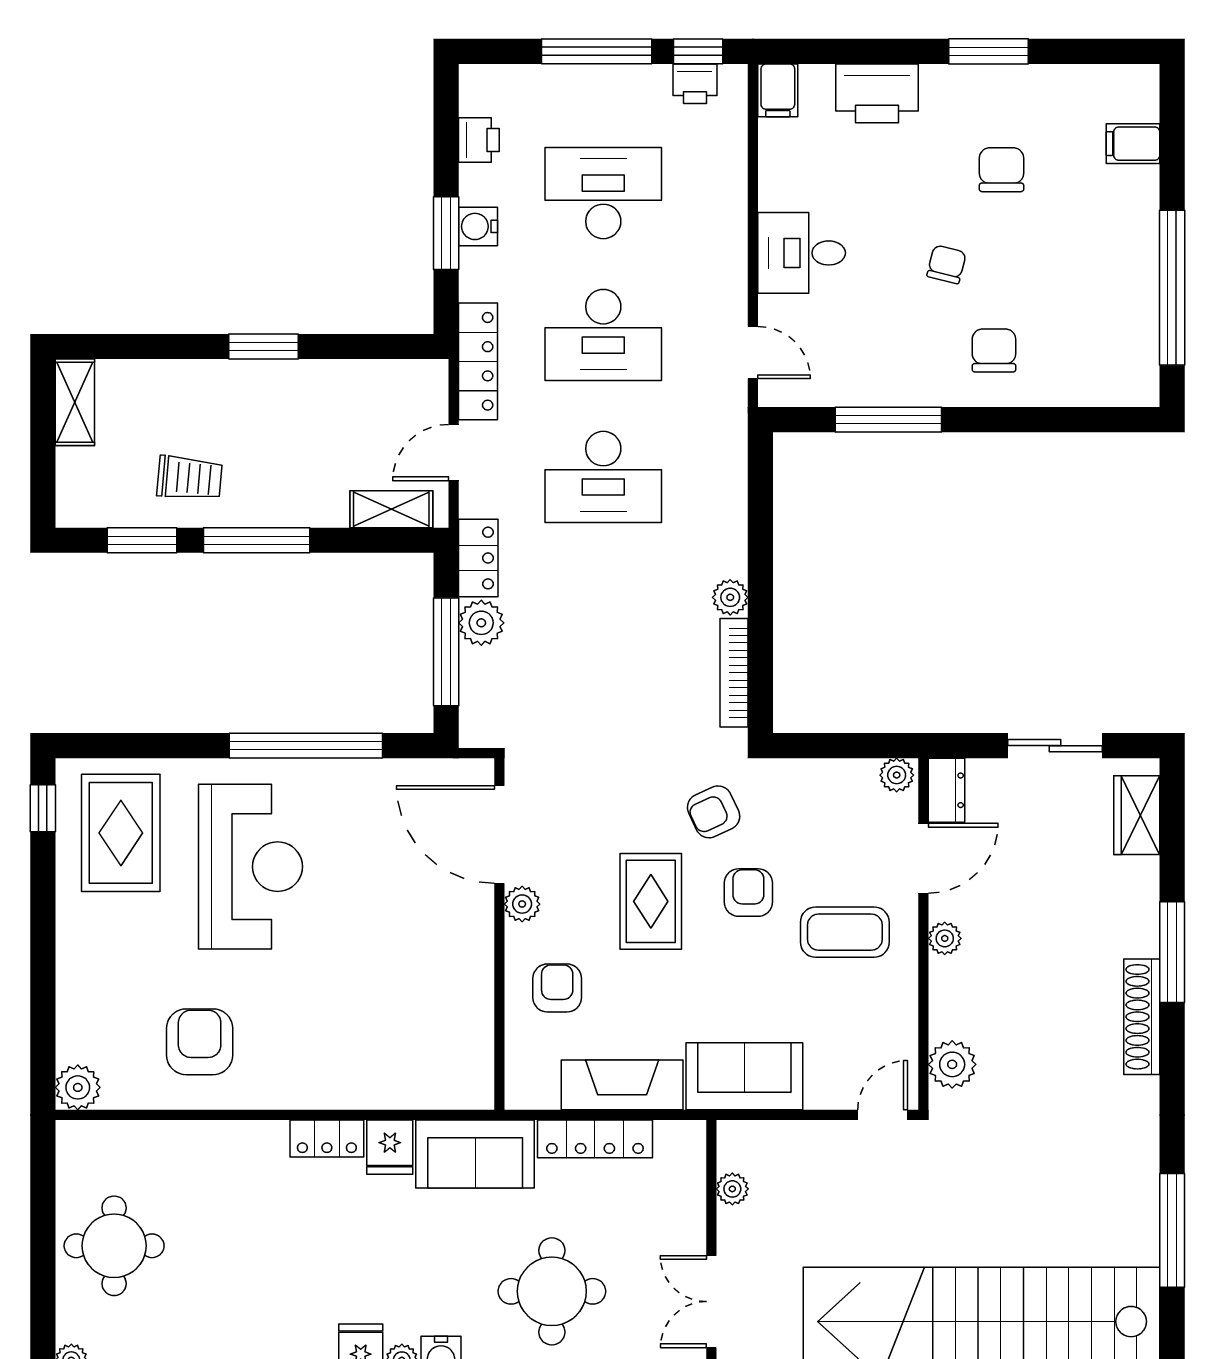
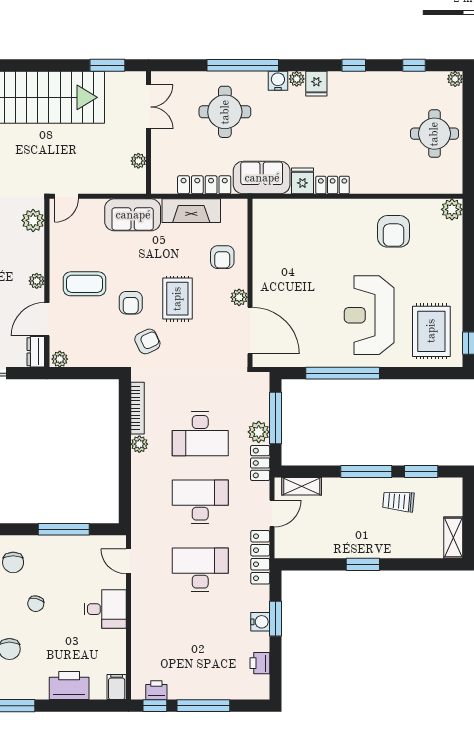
desk: (603, 193) -> (200, 434), moved

